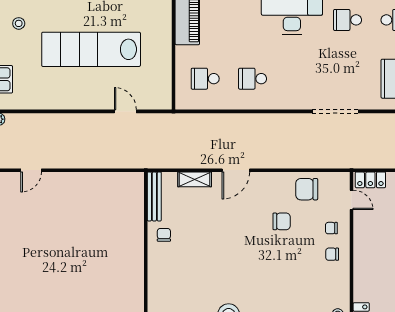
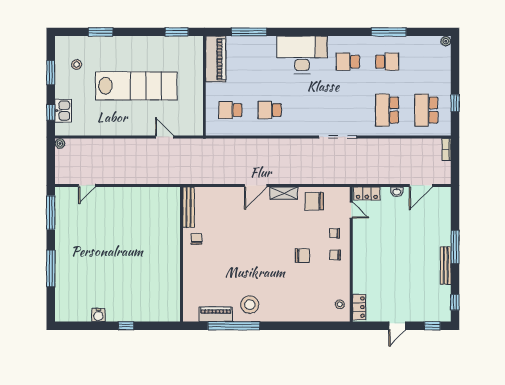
lab bench: (91, 49) -> (136, 86), turned 180
shelving: (195, 179) -> (284, 193), moved
chair: (282, 221) -> (302, 256), moved

